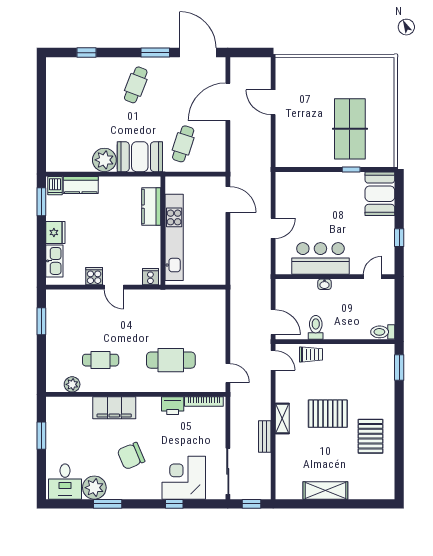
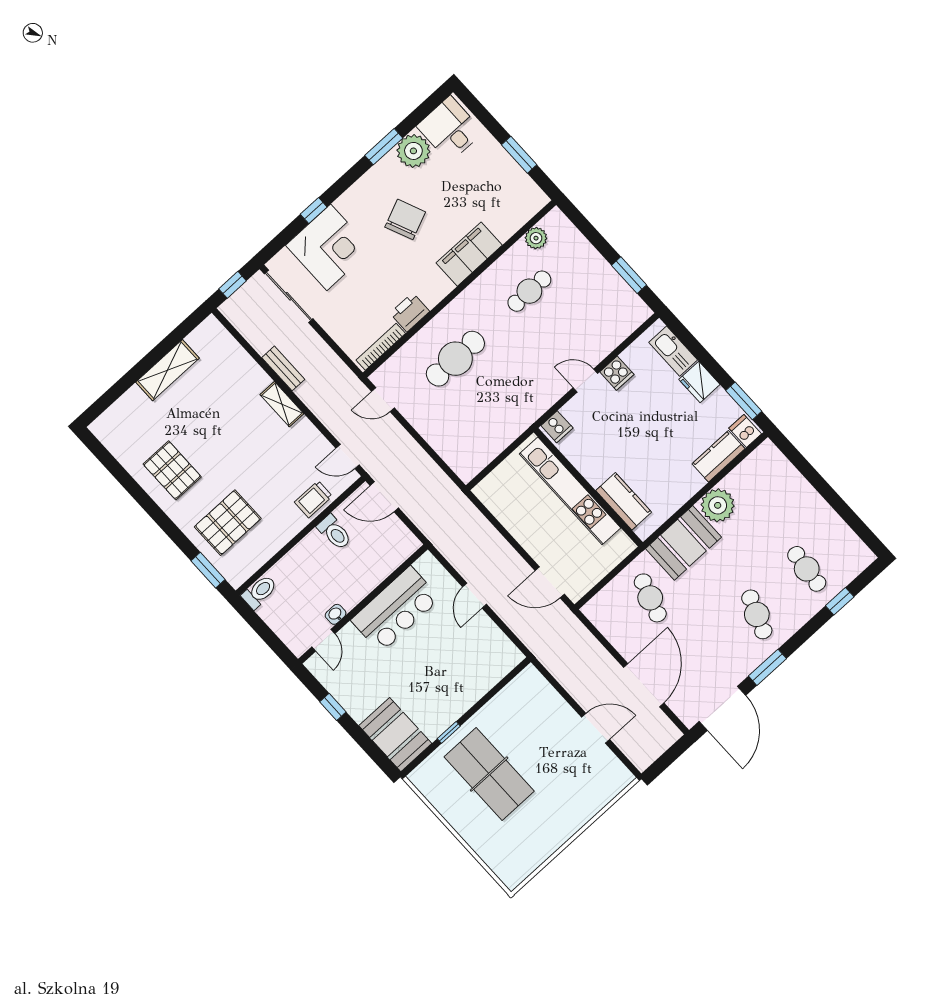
door: (198, 53) -> (722, 708), hinge flipped
cafe table: (88, 85) -> (807, 569), added
washbasin: (324, 284) -> (336, 614), moved
pallet: (328, 414) -> (228, 523), moved

